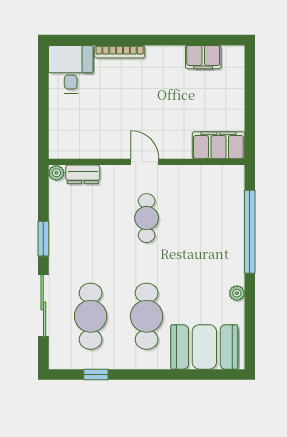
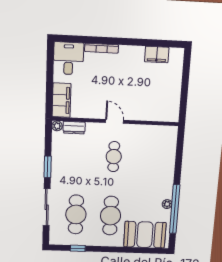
filing cabinet: (218, 145) -> (62, 100), moved, turned 90
window: (250, 232) -> (175, 209), moved

